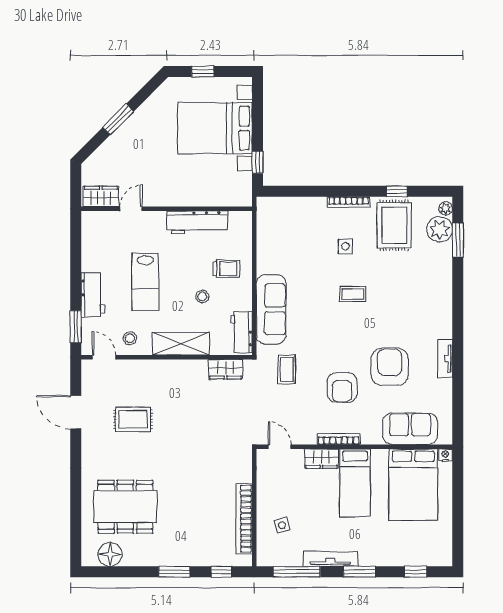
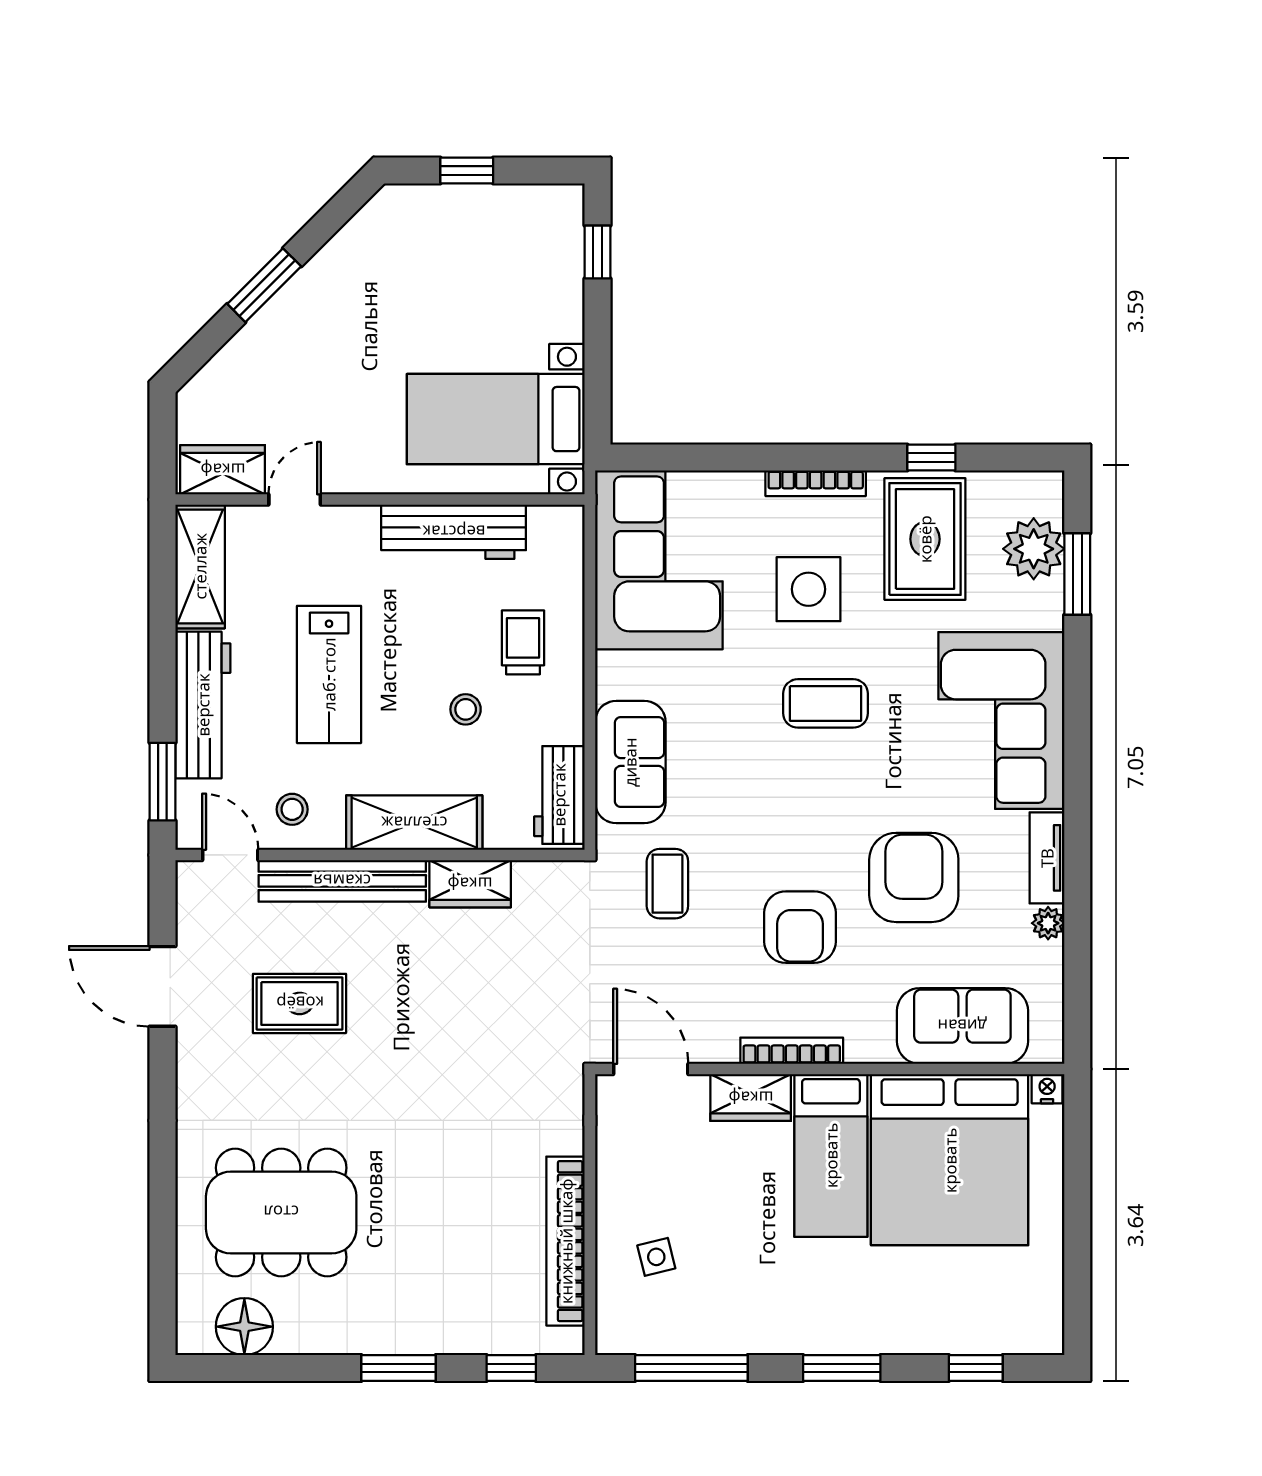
bed with nightstands: (215, 128) -> (496, 419), moved, width x0.73
window: (257, 162) -> (598, 252), moved
plant: (446, 208) -> (1048, 923), moved
corner sofa: (283, 234) -> (659, 560), added
shelving: (91, 237) -> (200, 566), added
side table: (346, 246) -> (808, 589), width x1.87, depth x1.87
trolley: (226, 269) -> (523, 642), turned -90
coffee table: (353, 294) -> (826, 703), width x1.36, depth x1.30
workbench: (93, 295) -> (203, 705), width x1.38
corner sofa: (426, 301) -> (1001, 720), added
sofa: (271, 309) -> (630, 762), width x0.73
bench: (151, 368) -> (342, 881), added
wardrobe: (226, 369) -> (470, 884), moved
door: (280, 447) -> (651, 1069), width x1.38
bed: (413, 485) -> (950, 1160), width x1.36
tv unit: (330, 559) -> (772, 1337), removed

